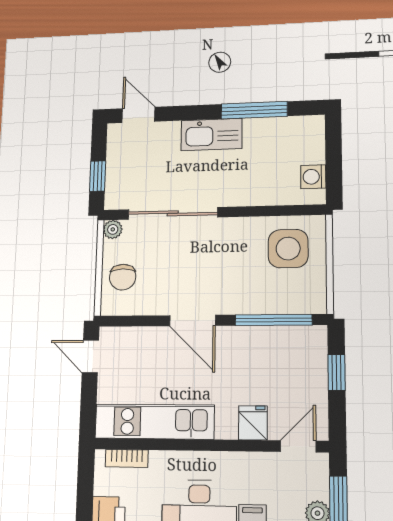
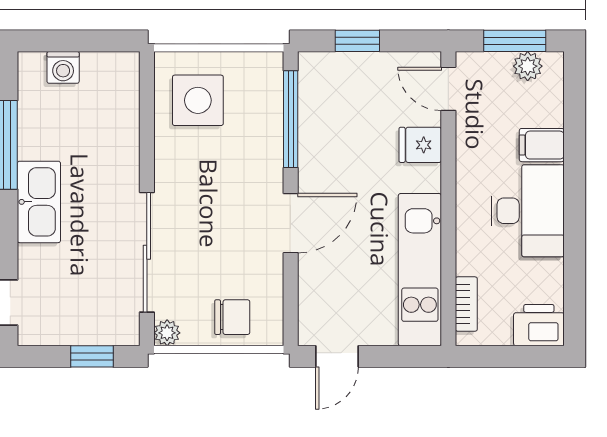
washing machine: (313, 177) -> (63, 67), moved

